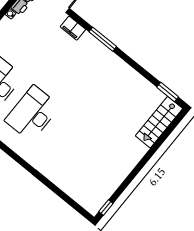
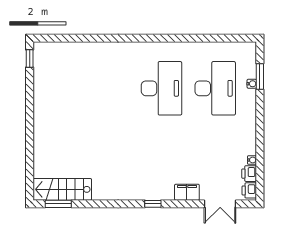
window: (103, 39) -> (153, 204), width x0.46
stairs: (159, 122) -> (62, 189), moved, turned -90

